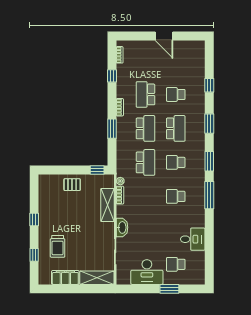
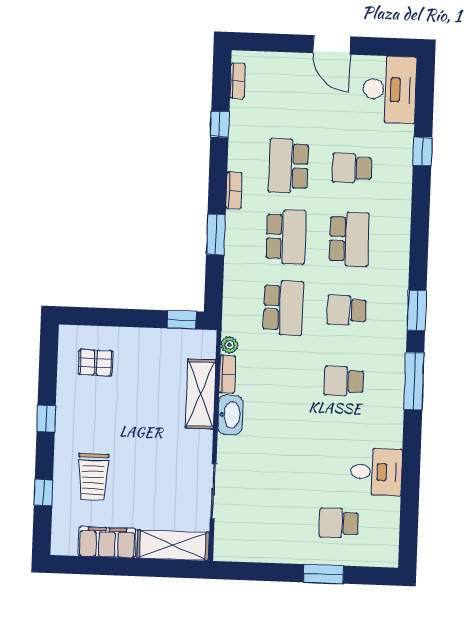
window: (209, 124) -> (420, 232), removed
pallet: (72, 185) -> (95, 363), moved
washbasin: (122, 227) -> (230, 415), moved
desk: (147, 272) -> (390, 89), moved, turned -90

